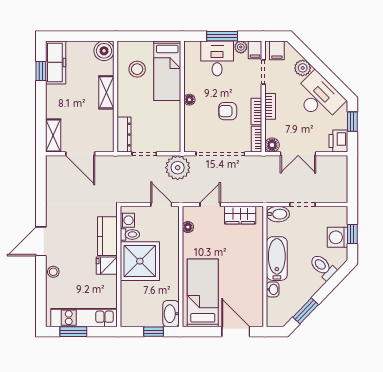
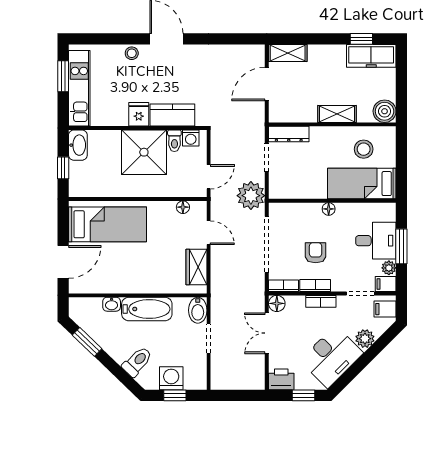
washbasin: (171, 314) -> (78, 145), moved, turned 90

